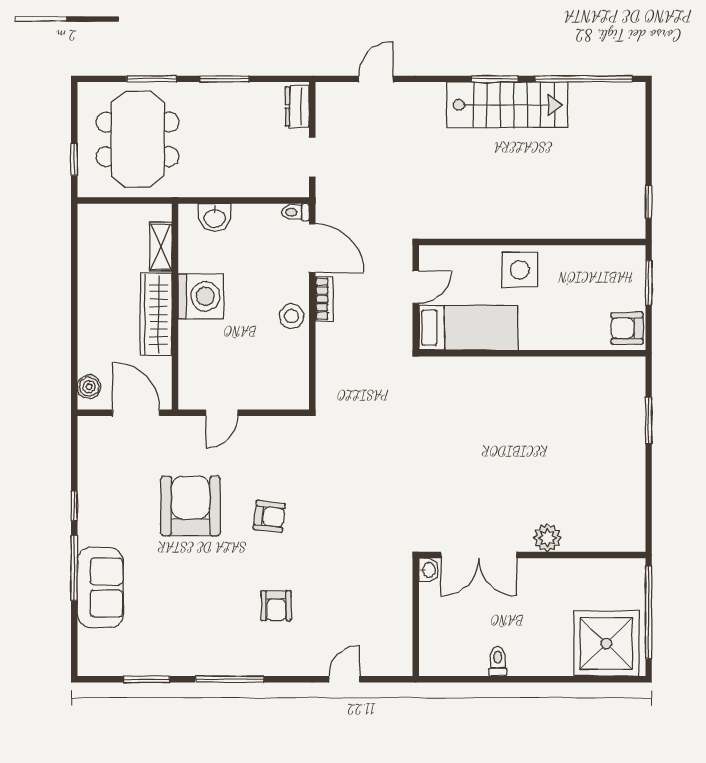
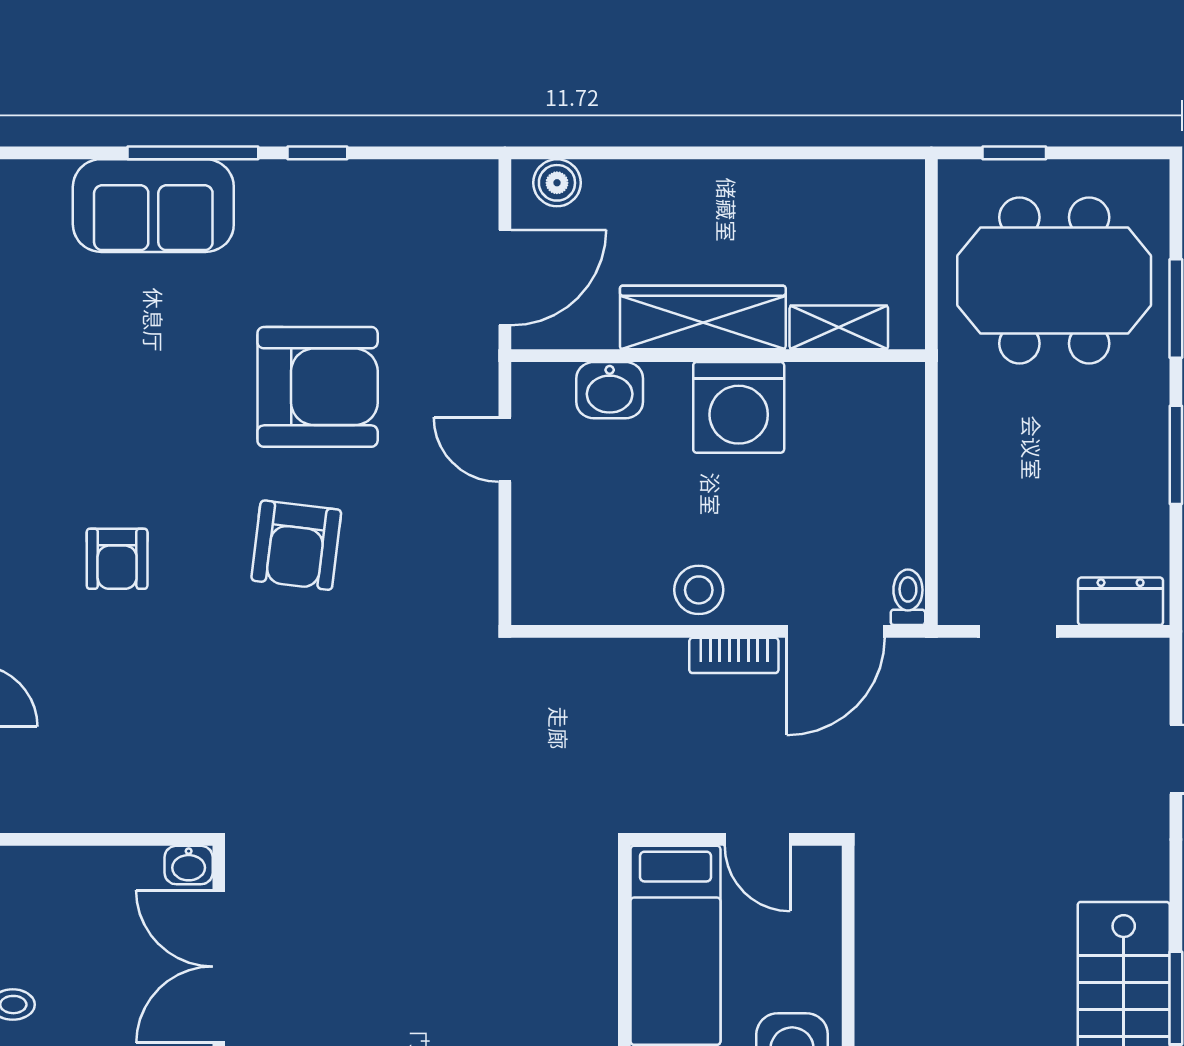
washbasin: (215, 218) -> (610, 390), moved, turned -90
armchair: (269, 516) -> (296, 545), width x1.38, depth x1.38
armchair: (276, 606) -> (117, 559), turned -90

